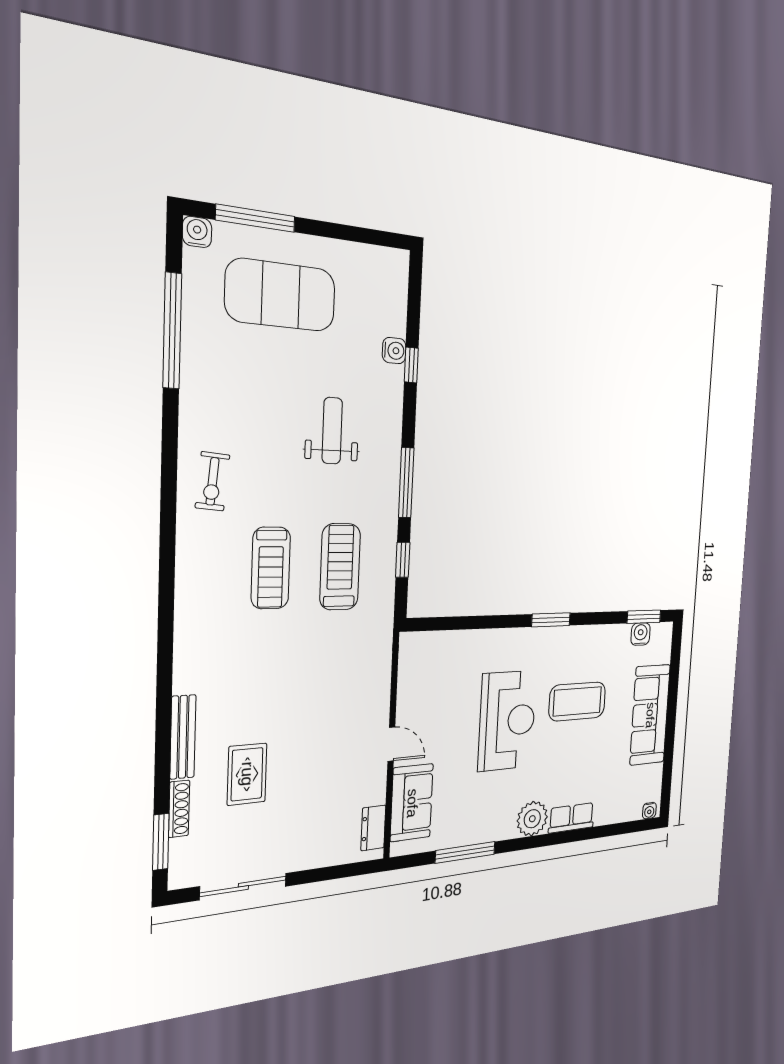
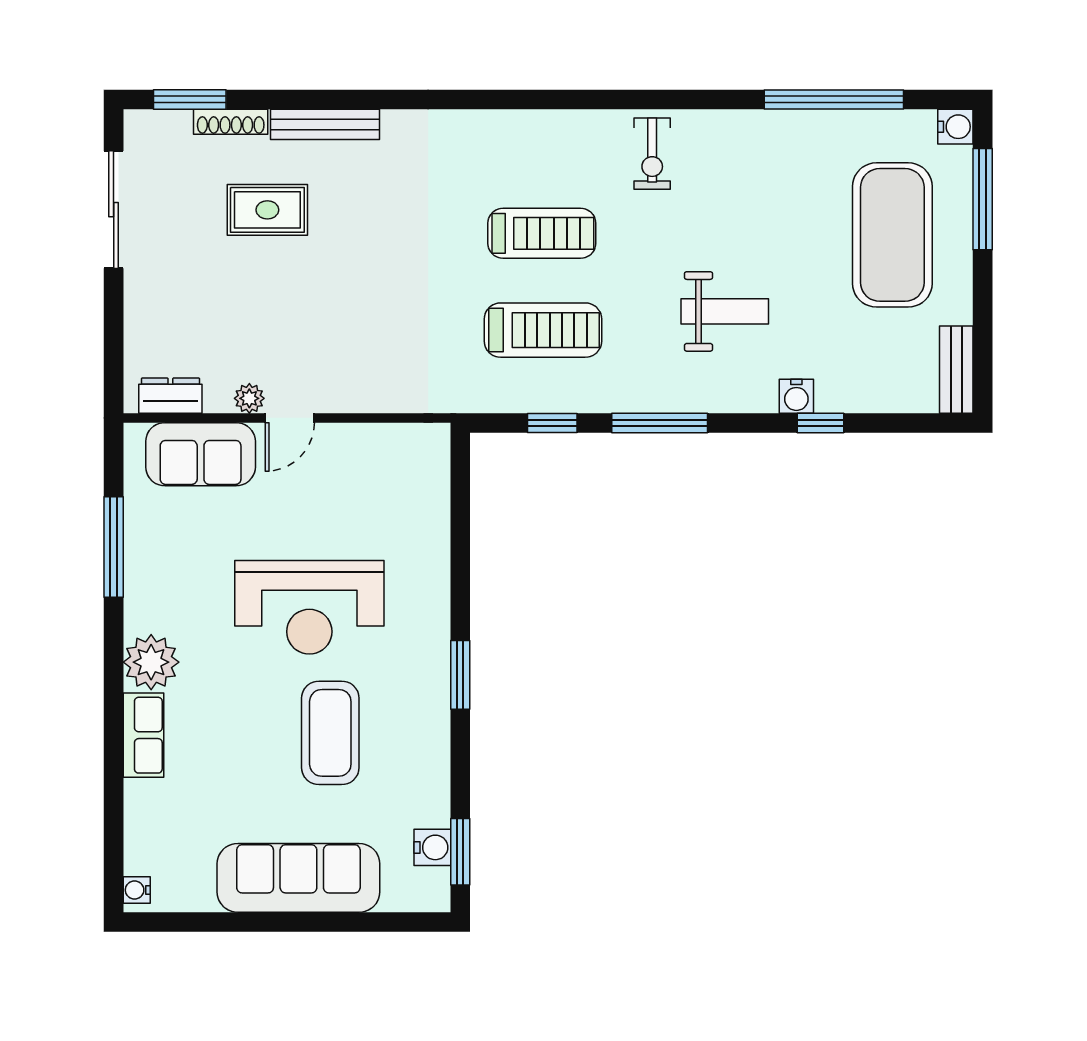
bench: (380, 258) -> (956, 370), added
water cooler: (394, 351) -> (796, 396), moved
exercise bike: (212, 481) -> (652, 154), turned -95
treadmill: (271, 568) -> (542, 233), turned 180
plant: (377, 773) -> (249, 398), added

